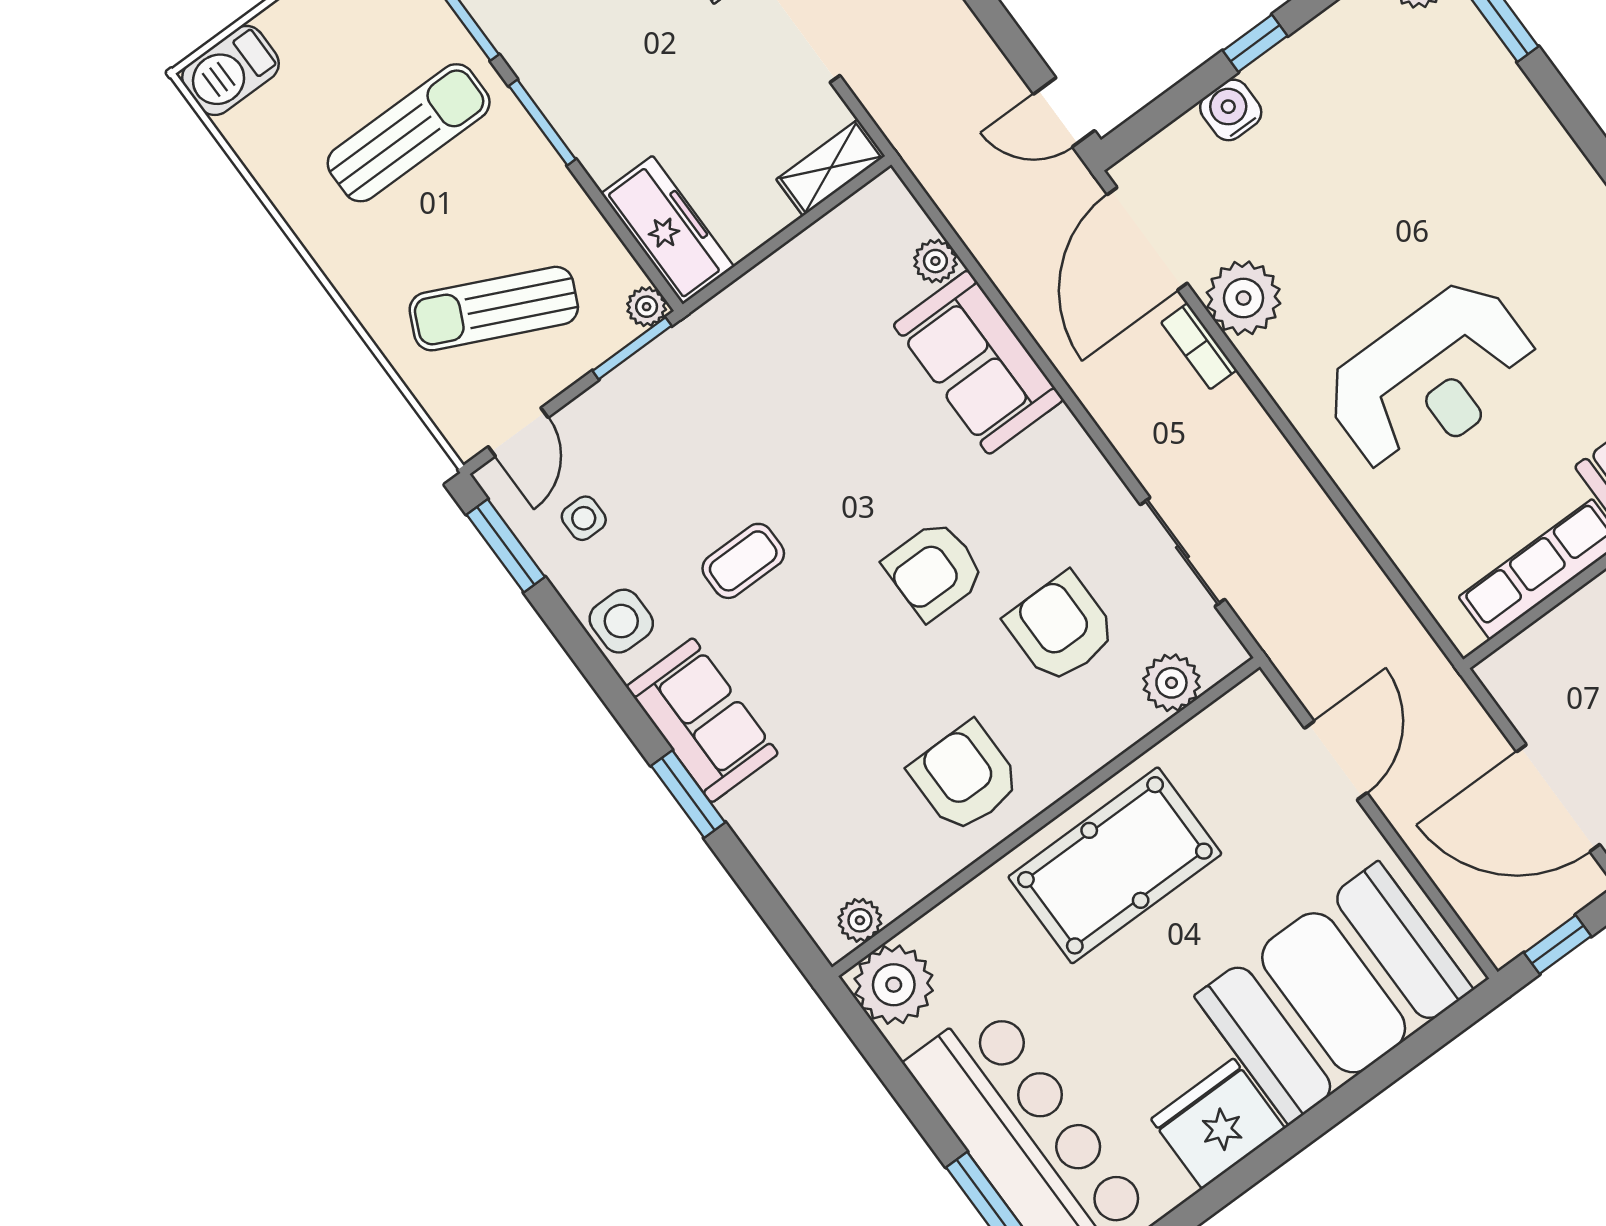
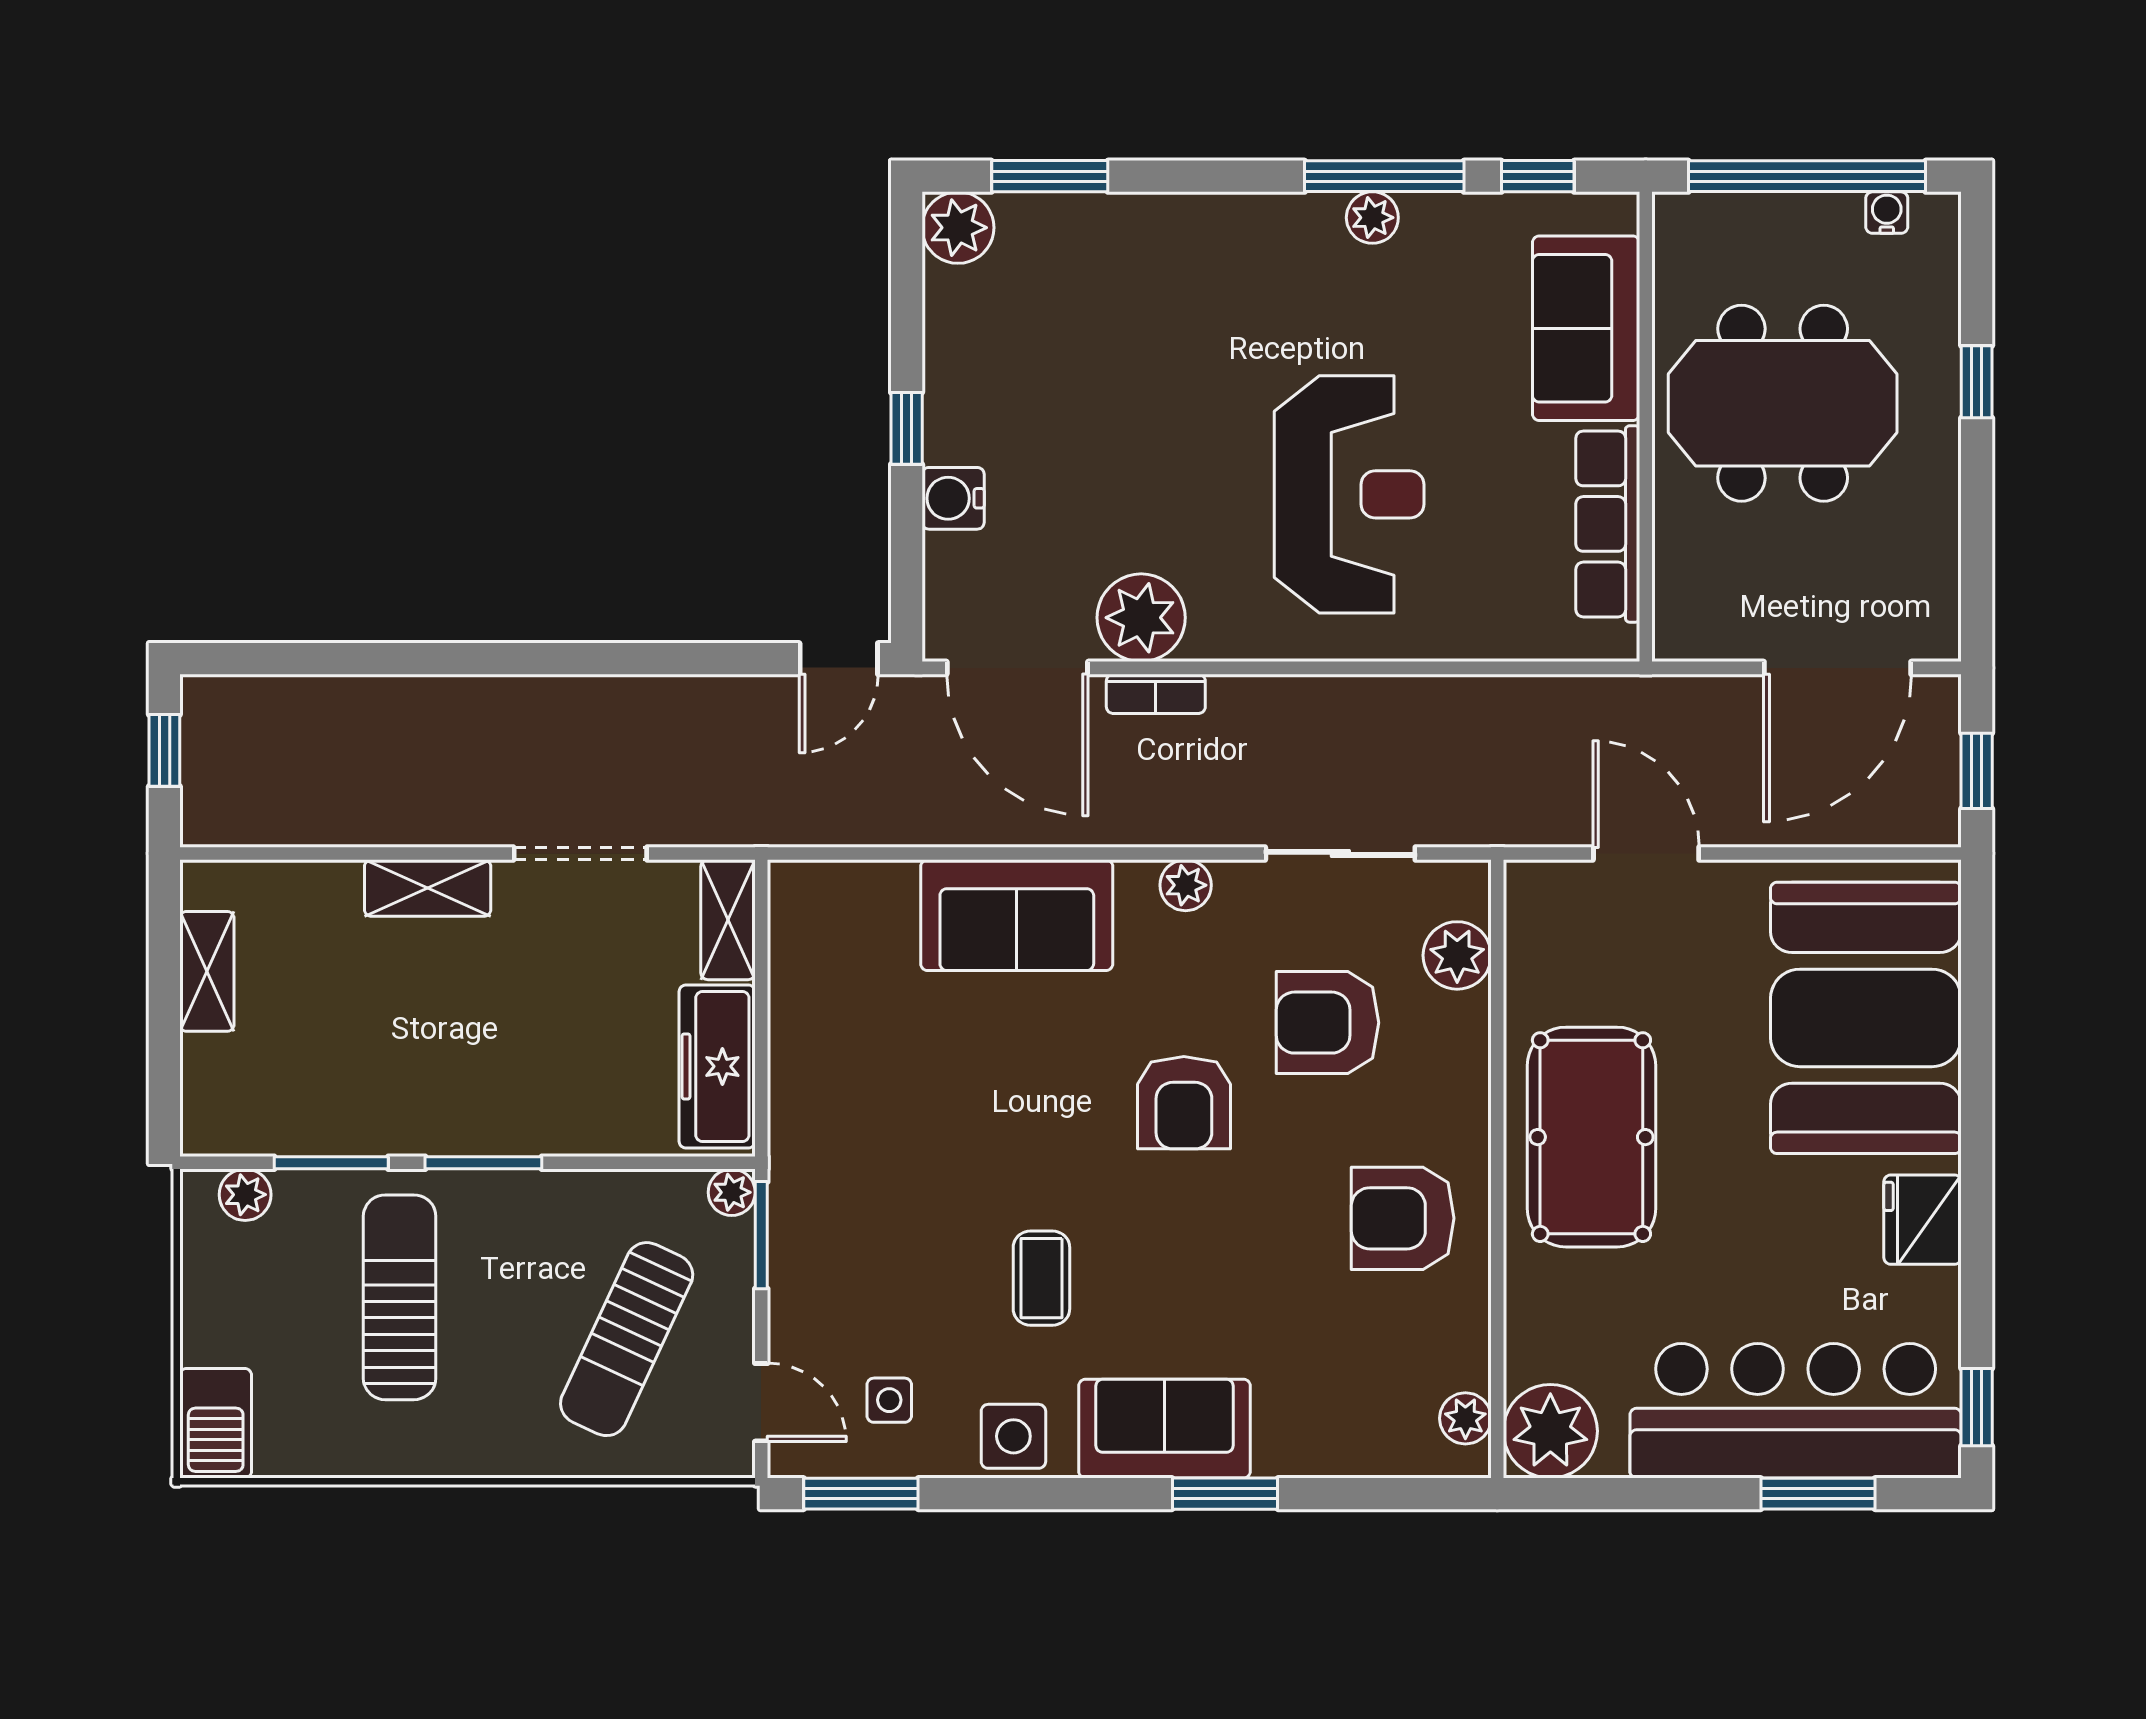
freezer: (668, 230) -> (717, 1066), moved, turned -90
plant: (935, 261) -> (1186, 885), moved
fridge: (1218, 1124) -> (1923, 1220), width x0.73, depth x0.75

